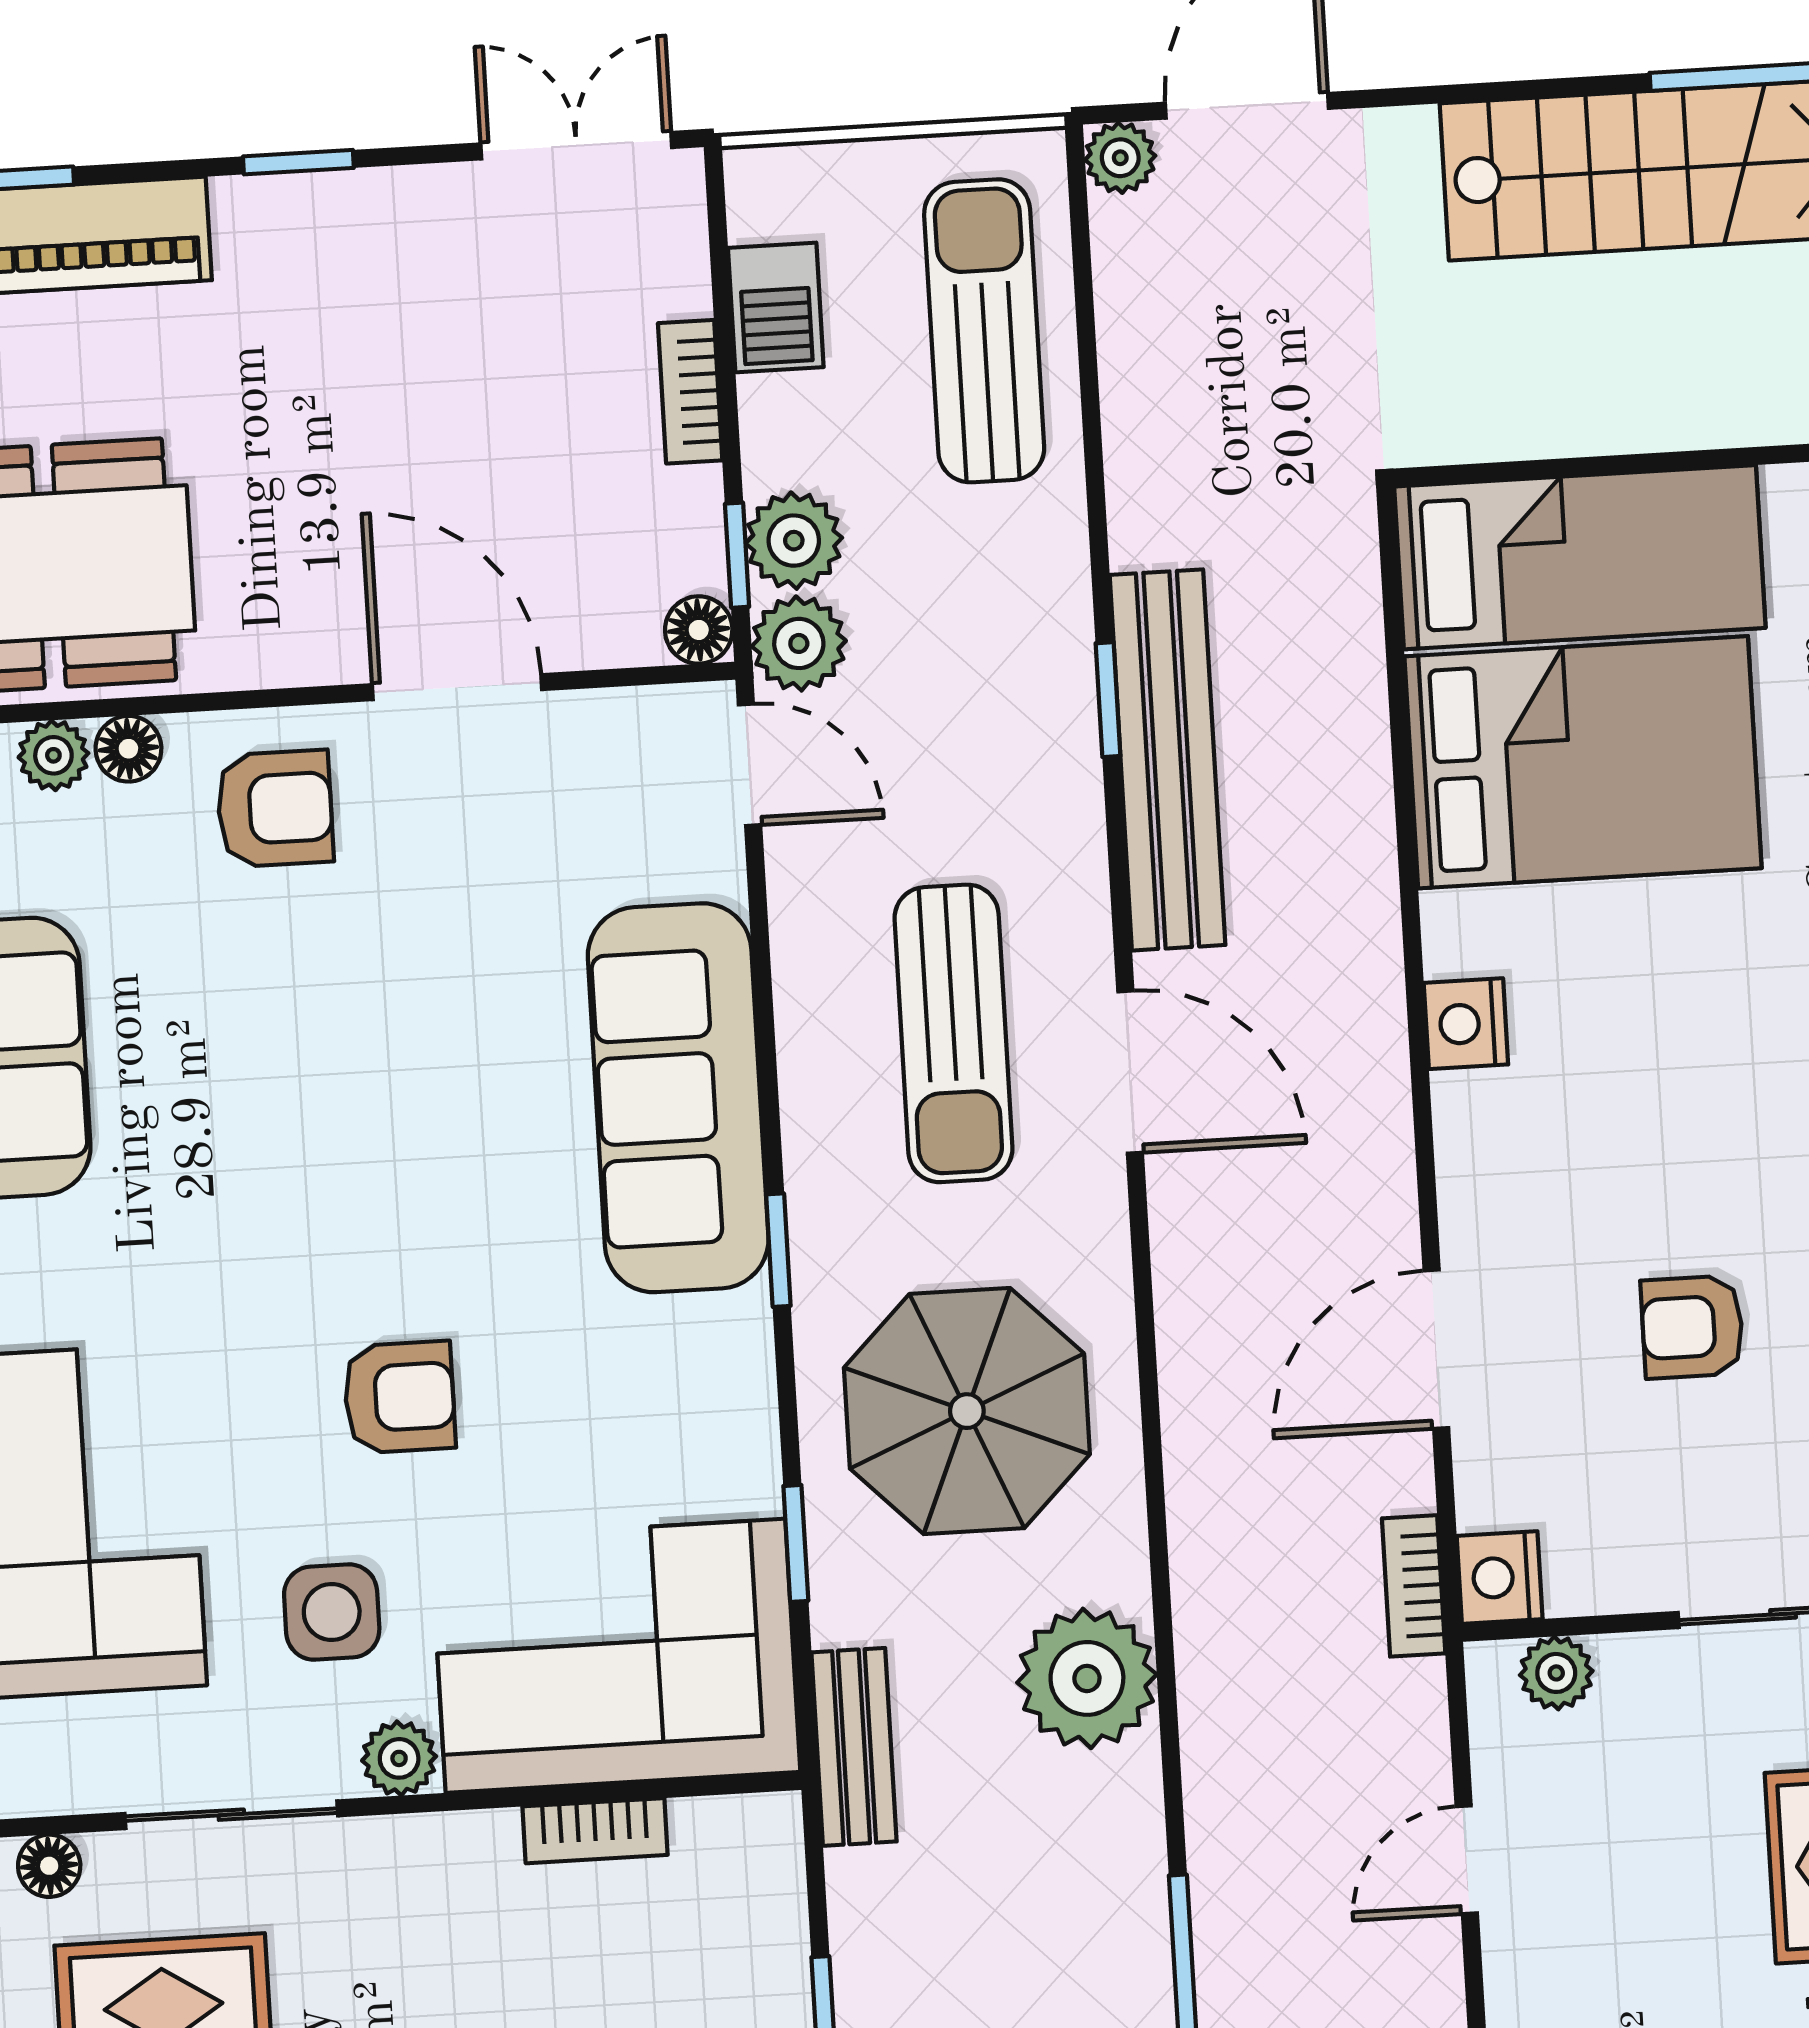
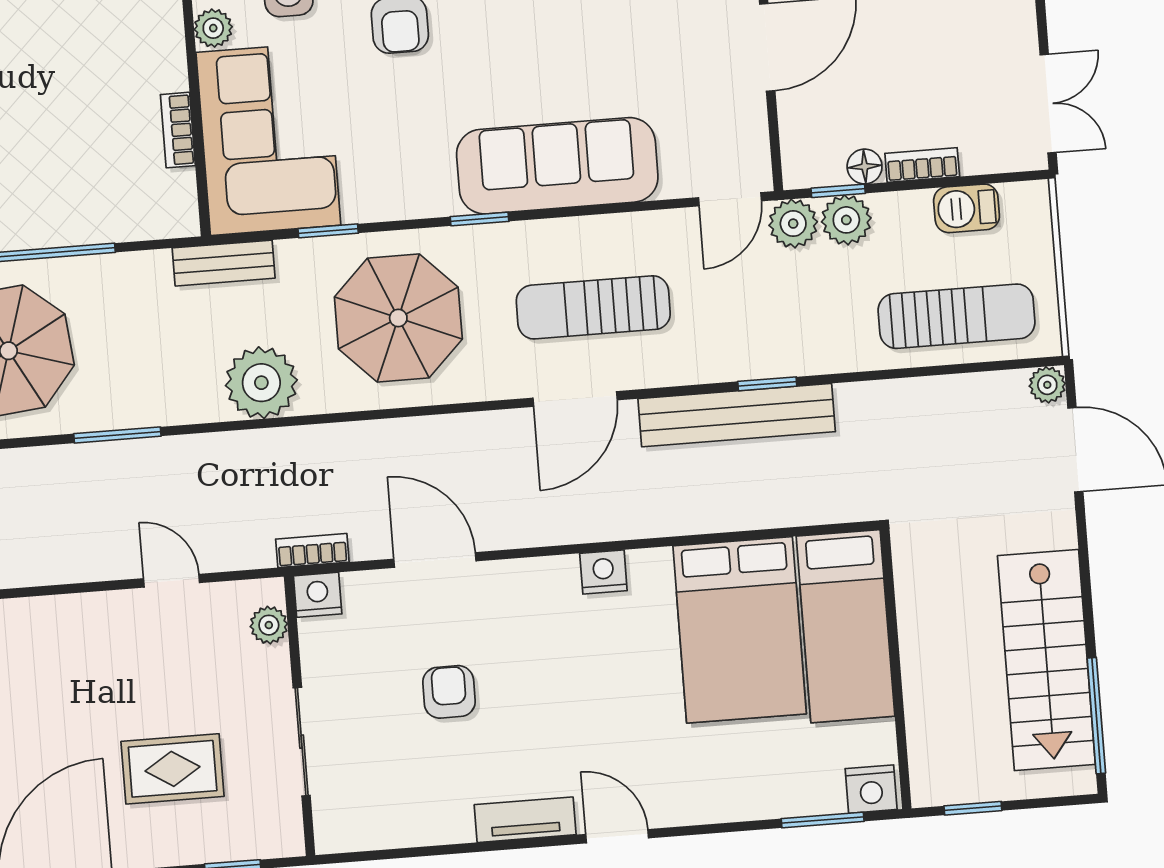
floor lamp: (699, 630) -> (865, 167), moved

